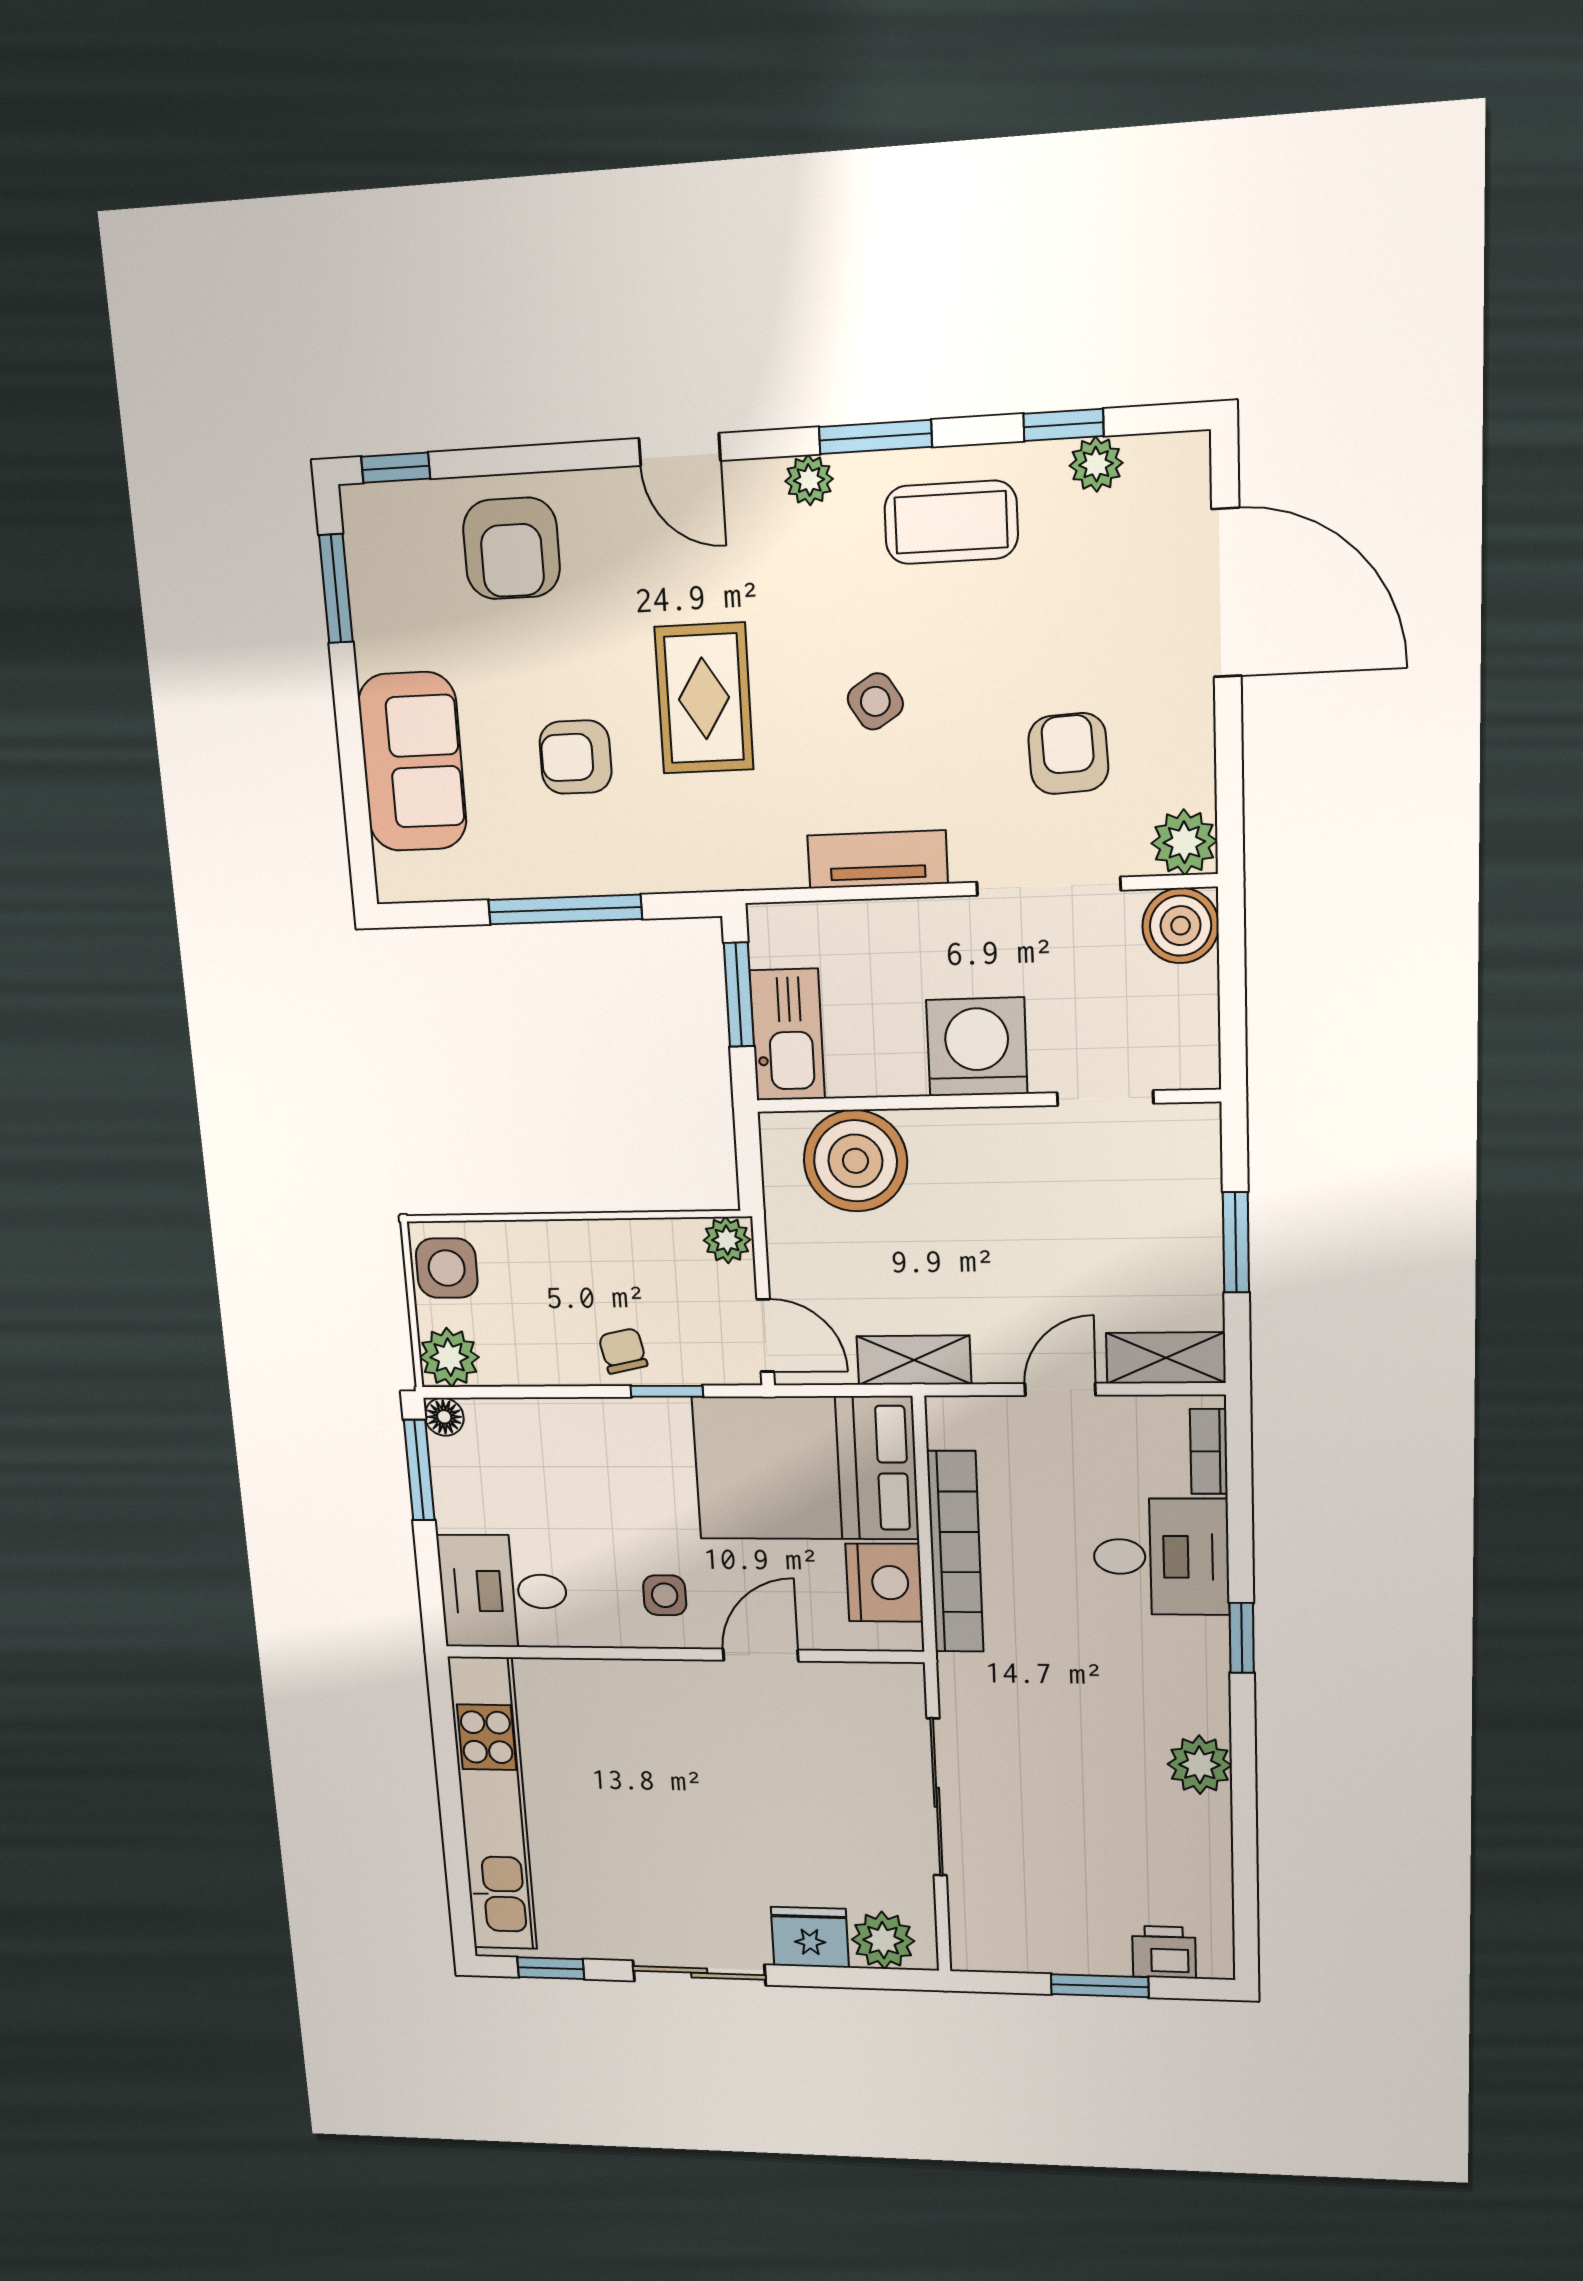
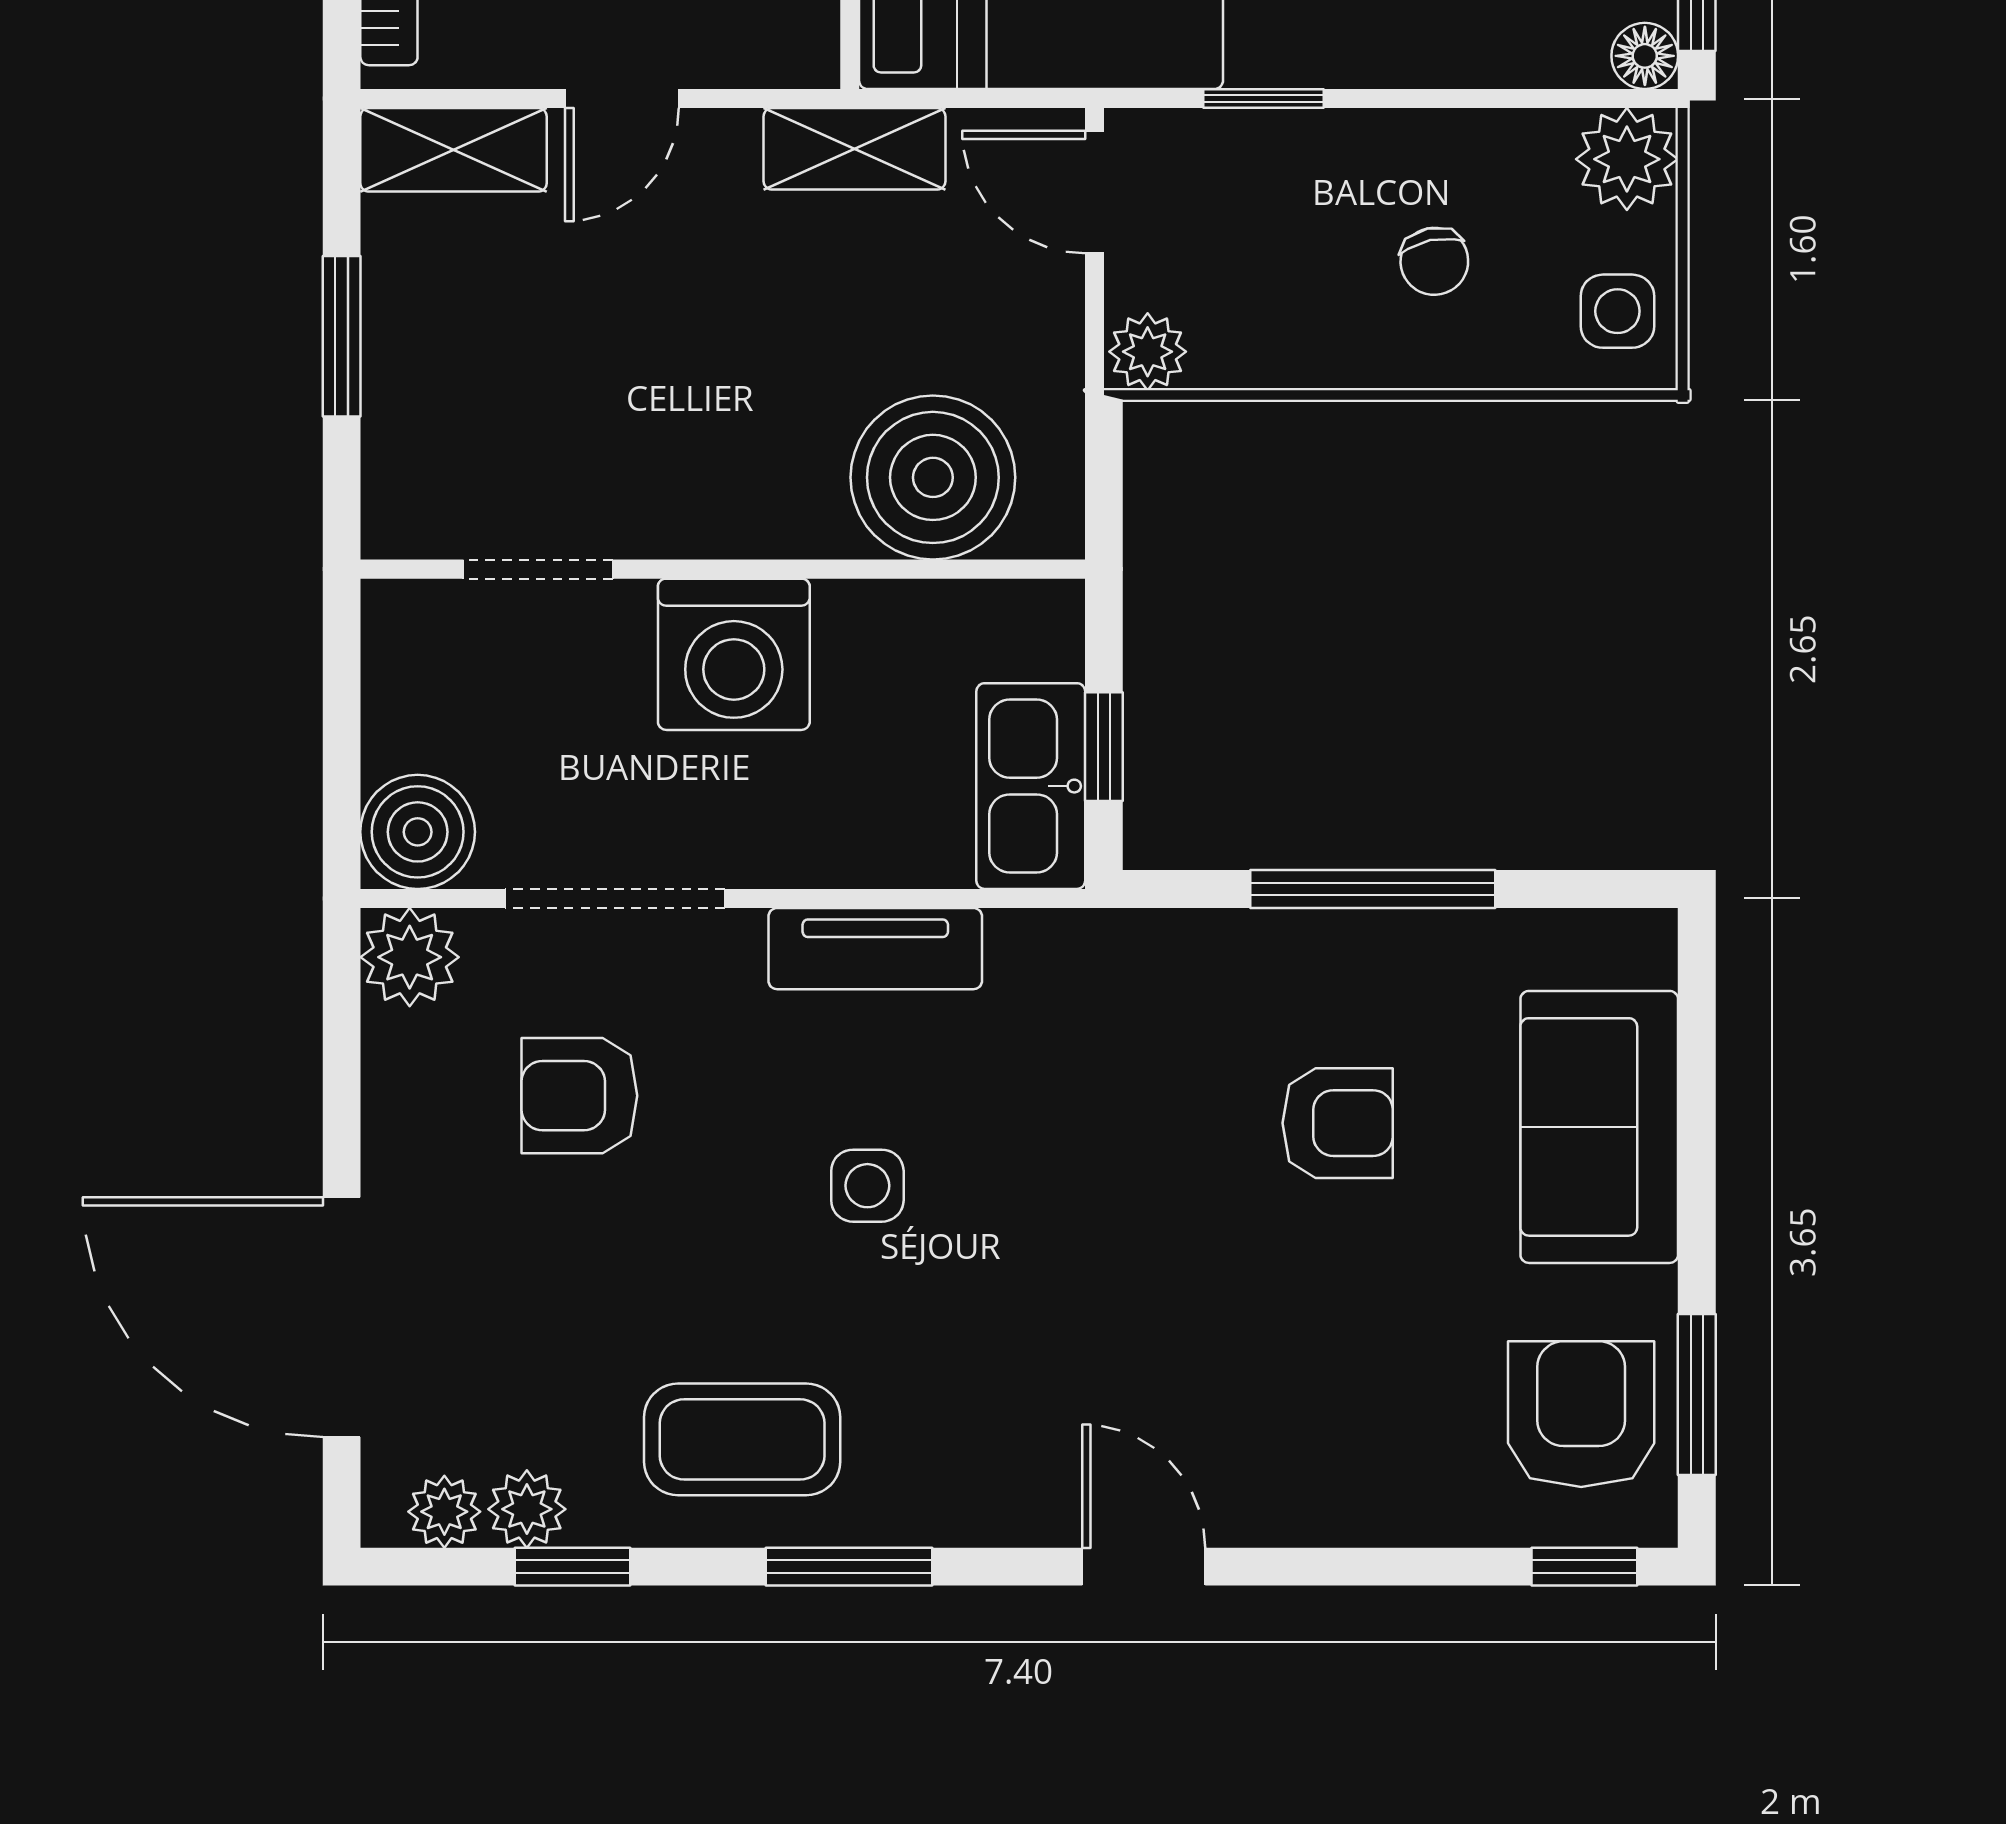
plant: (809, 480) -> (444, 1512), moved
armchair: (512, 548) -> (1581, 1414), moved
rug: (704, 698) -> (1130, 1202), removed
side table: (875, 701) -> (867, 1186), turned 32
armchair: (1068, 754) -> (579, 1096), turned 93
window: (739, 995) -> (1104, 747), width x0.67
kitchen sink: (787, 1035) -> (1031, 786), moved
side table: (447, 1268) -> (1617, 311), width x0.73, depth x0.73
chair: (623, 1351) -> (1434, 261), moved

